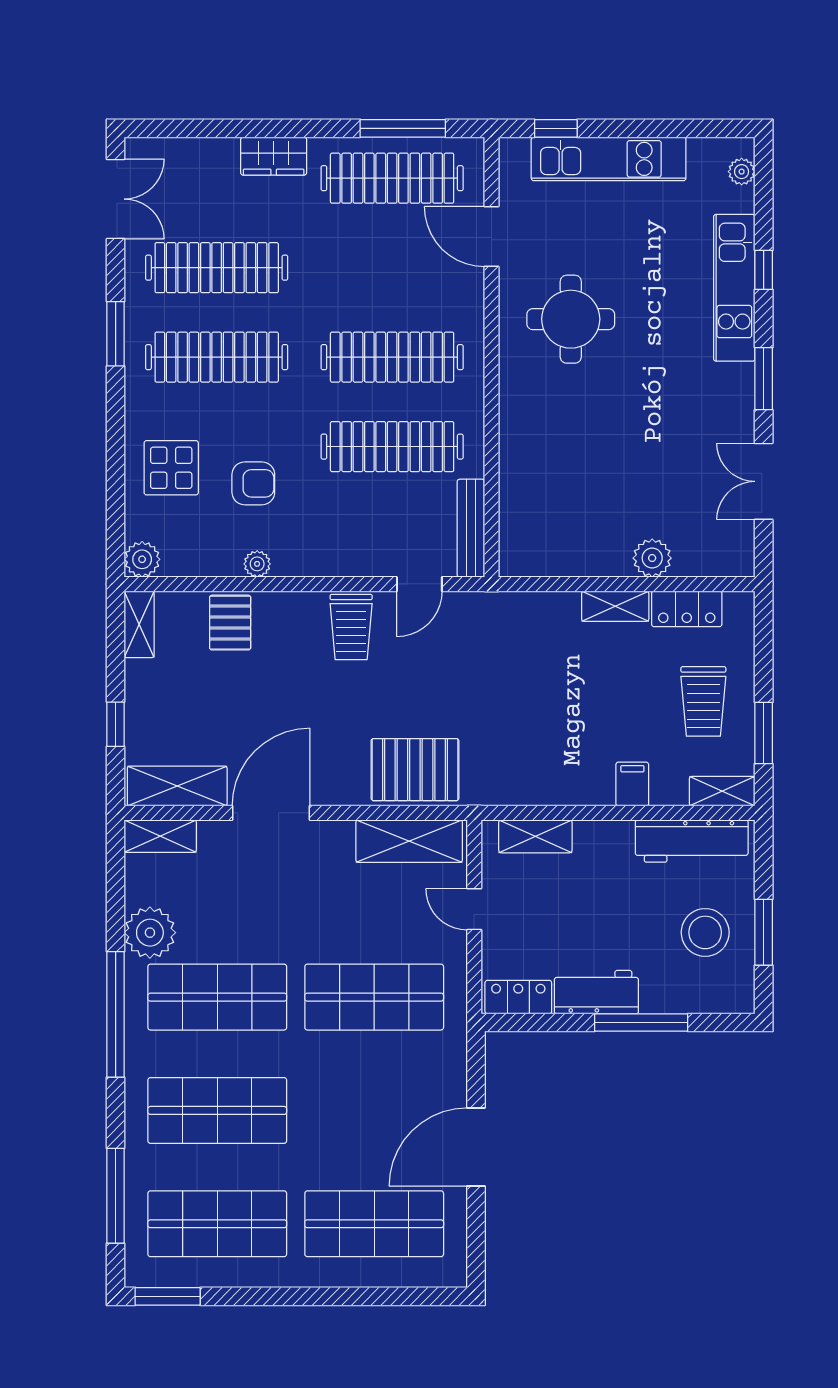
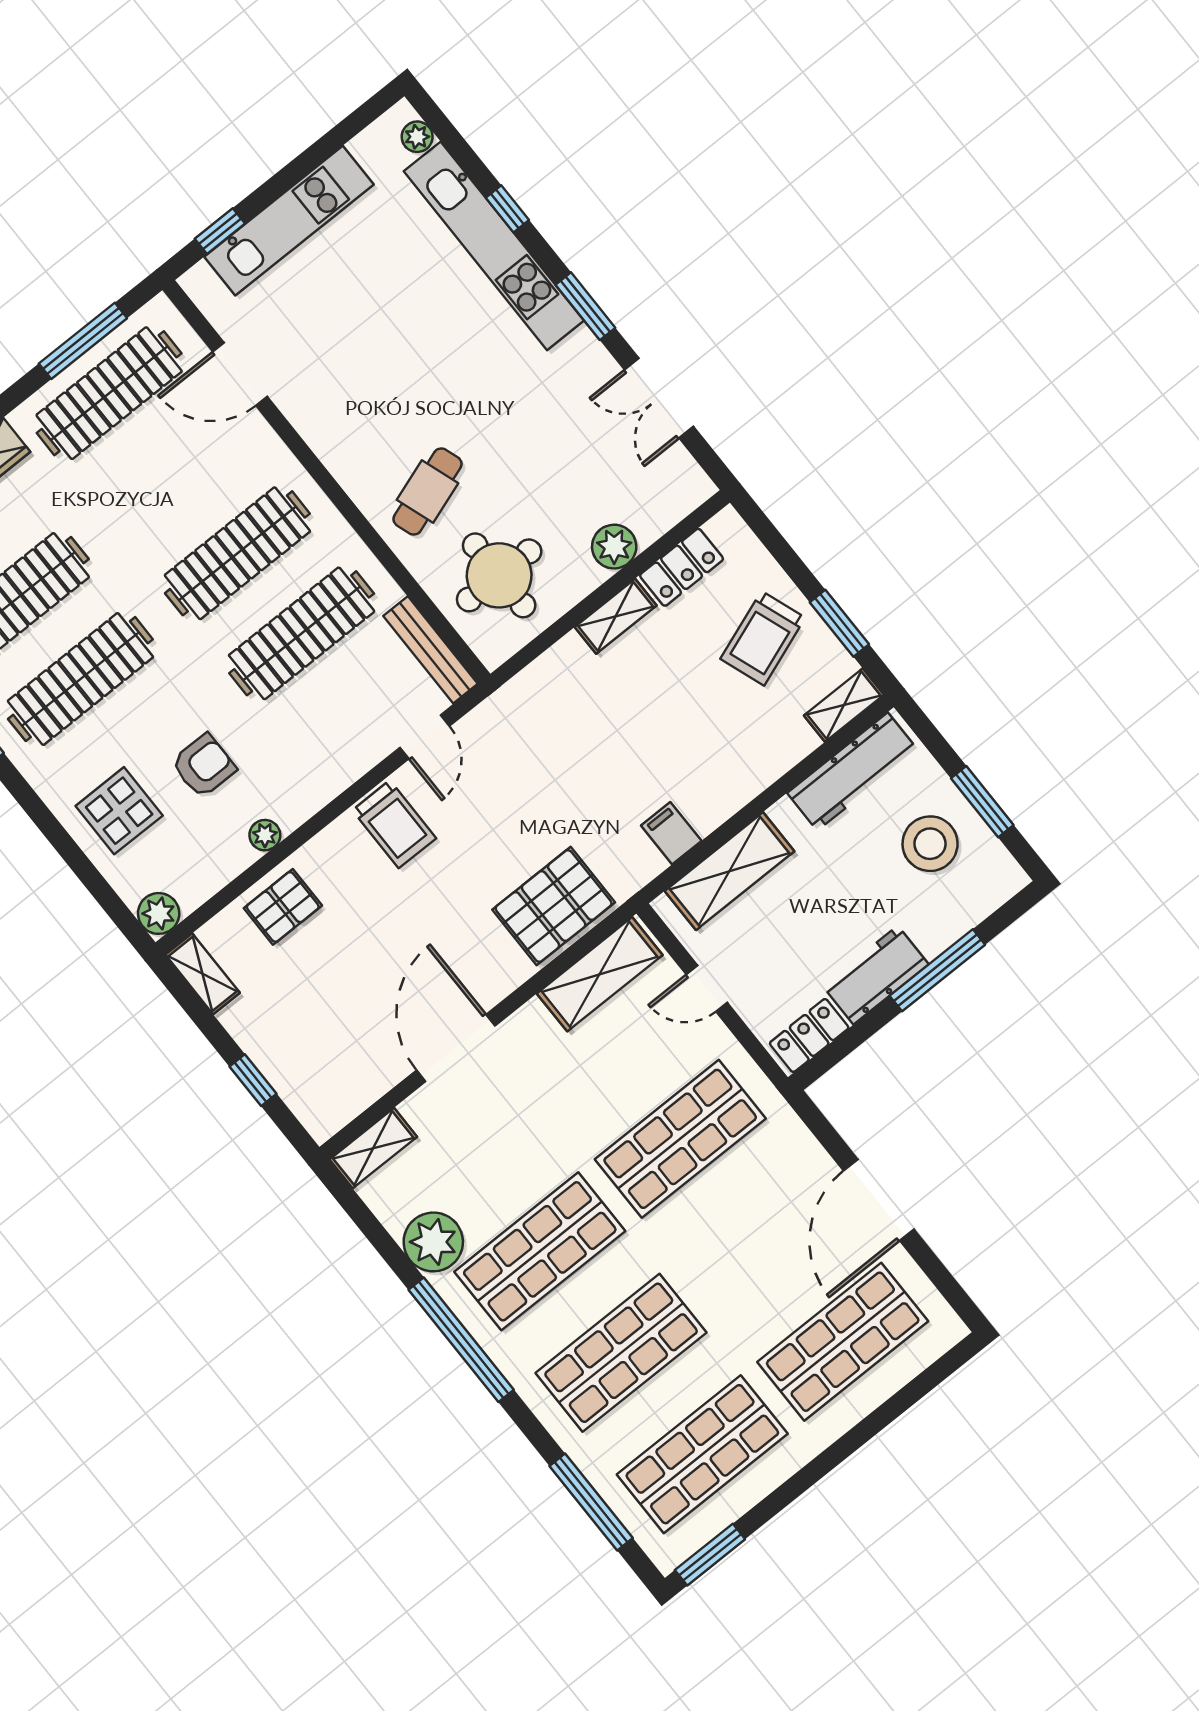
kitchen unit: (734, 288) -> (494, 246), width x1.36
round table: (571, 319) -> (499, 575), moved
cafe table: (555, 419) -> (428, 491), added
pallet: (230, 623) -> (283, 907), turned 90
trolley: (703, 701) -> (763, 638), turned 70
filing cabinet: (632, 784) -> (671, 833), moved
shelving: (177, 786) -> (353, 1091), removed
shelving: (535, 836) -> (729, 871), width x1.50, depth x1.33

